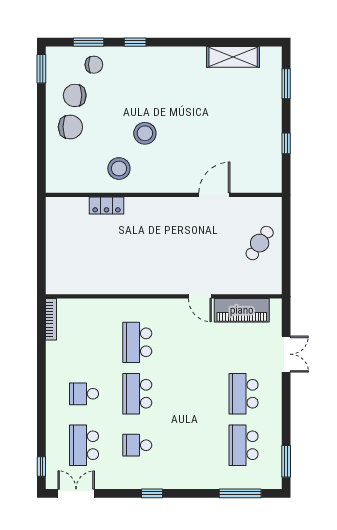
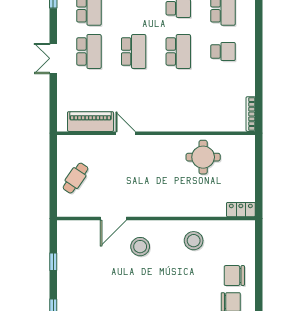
stool: (145, 133) -> (140, 247), moved
locker: (107, 206) -> (241, 210), moved
round table: (108, 268) -> (203, 157), added
school desk: (137, 342) -> (134, 51), moved
double door: (286, 354) -> (53, 58), moved

